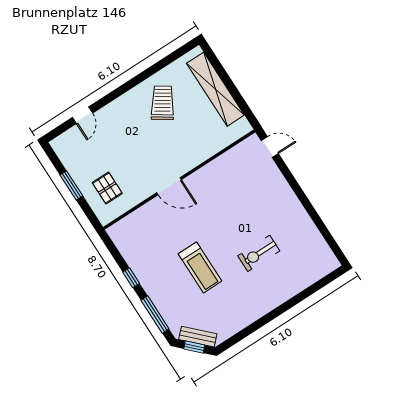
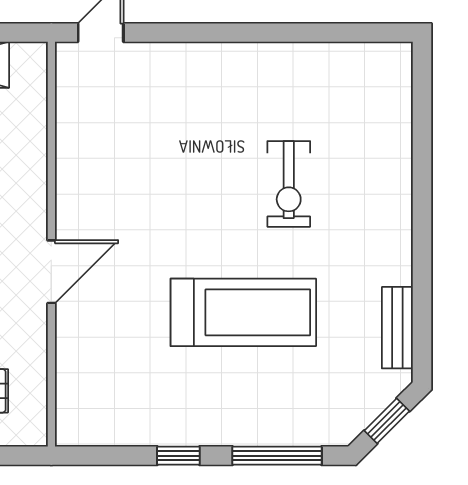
treadmill: (200, 267) -> (243, 312), width x1.37, depth x1.38
bench: (198, 337) -> (397, 328), moved, turned -45

